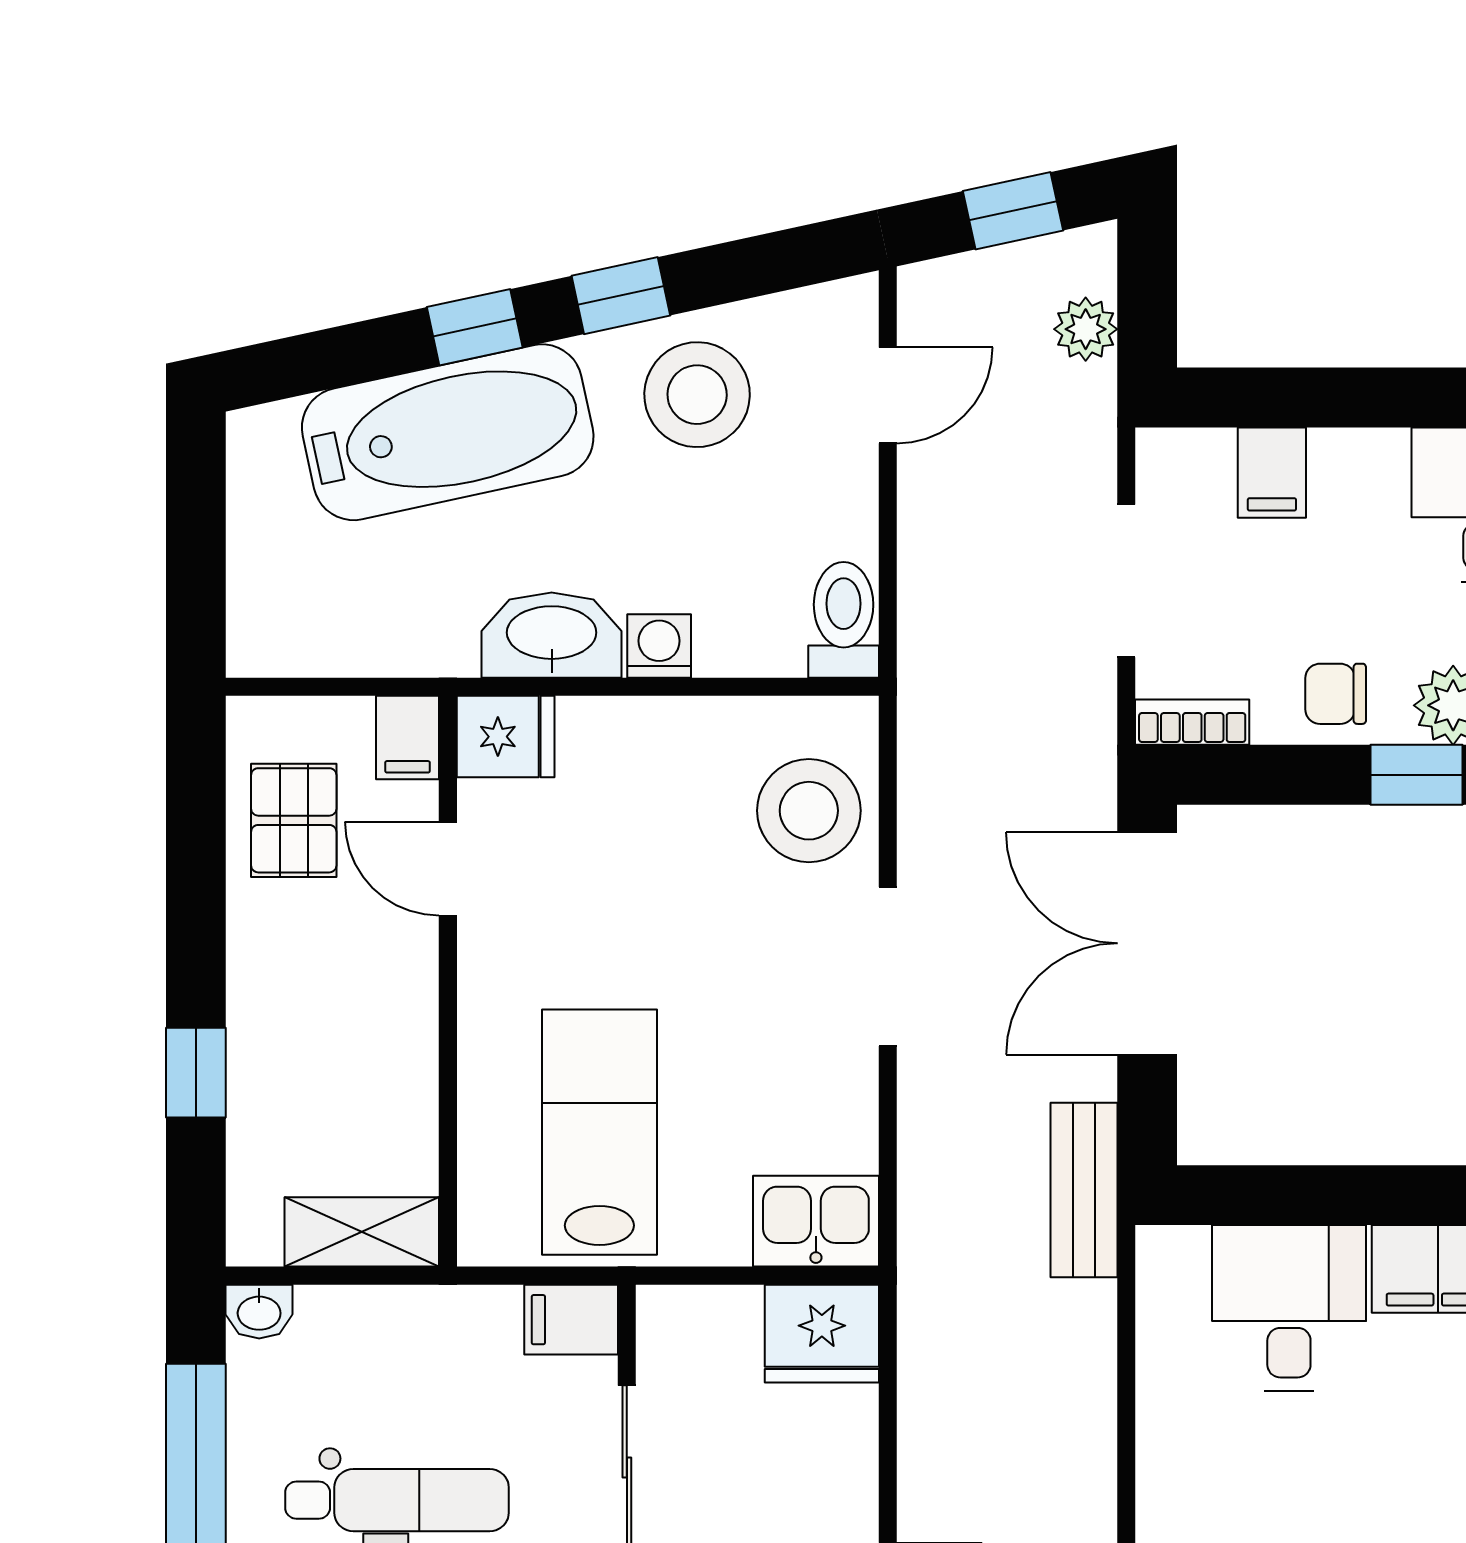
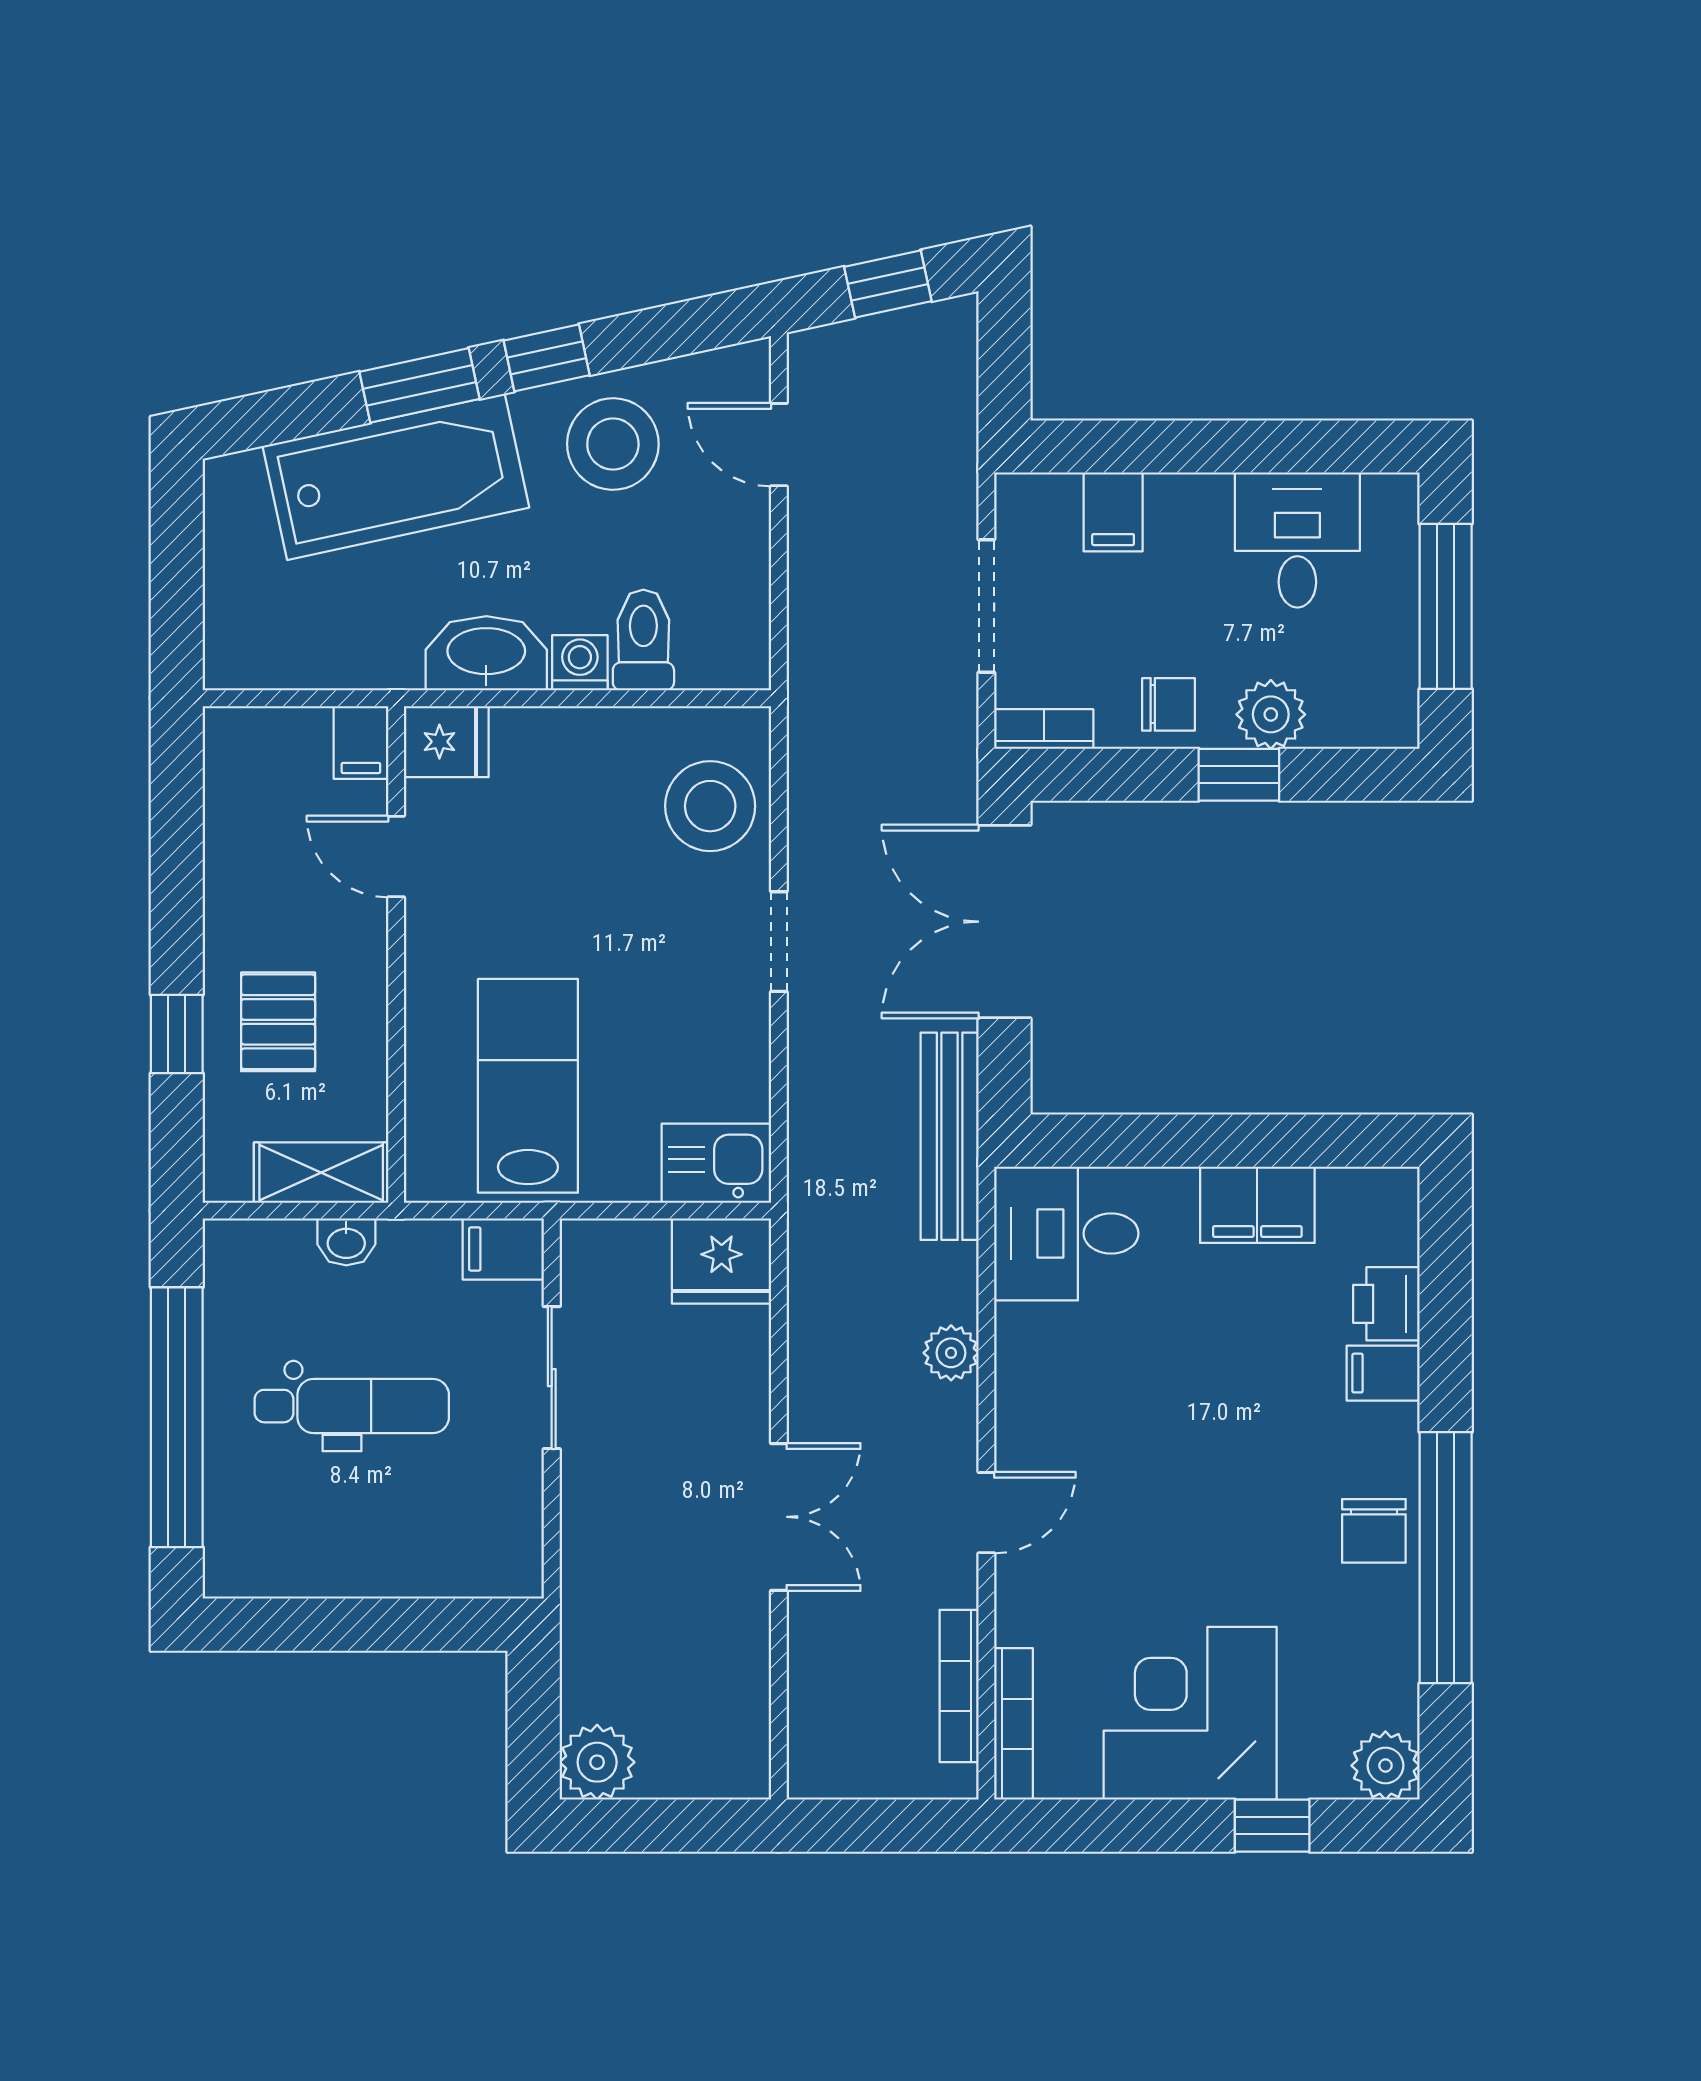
window: (475, 327) -> (419, 385), width x1.50
plant: (1086, 329) -> (951, 1353), moved
door: (888, 395) -> (779, 445), swing flipped
toilet: (844, 620) -> (643, 640), moved
chair: (1336, 694) -> (1169, 704), turned 180
pallet: (294, 820) -> (278, 1022), moved
doorway: (888, 966) -> (779, 942), width x0.73
bench: (1084, 1190) -> (950, 1136), width x1.36
desk: (1289, 1308) -> (1066, 1234), moved, turned -90
washbasin: (259, 1312) -> (346, 1242), moved

